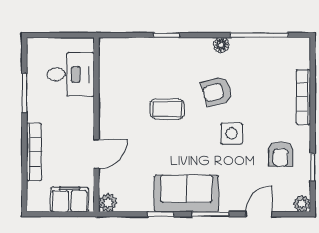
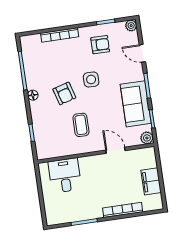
desk: (71, 74) -> (65, 175), moved
wall: (96, 125) -> (96, 153), moved
door: (96, 154) -> (115, 150), moved
plant: (108, 203) -> (147, 138), moved

